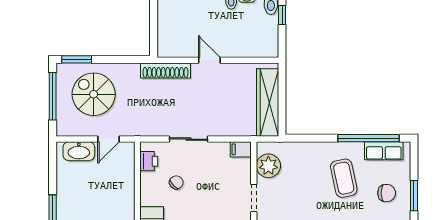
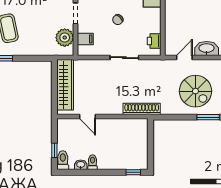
door: (209, 60) -> (87, 117), moved
filing cabinet: (241, 149) -> (85, 39), moved
chair: (176, 182) -> (118, 20), moved

